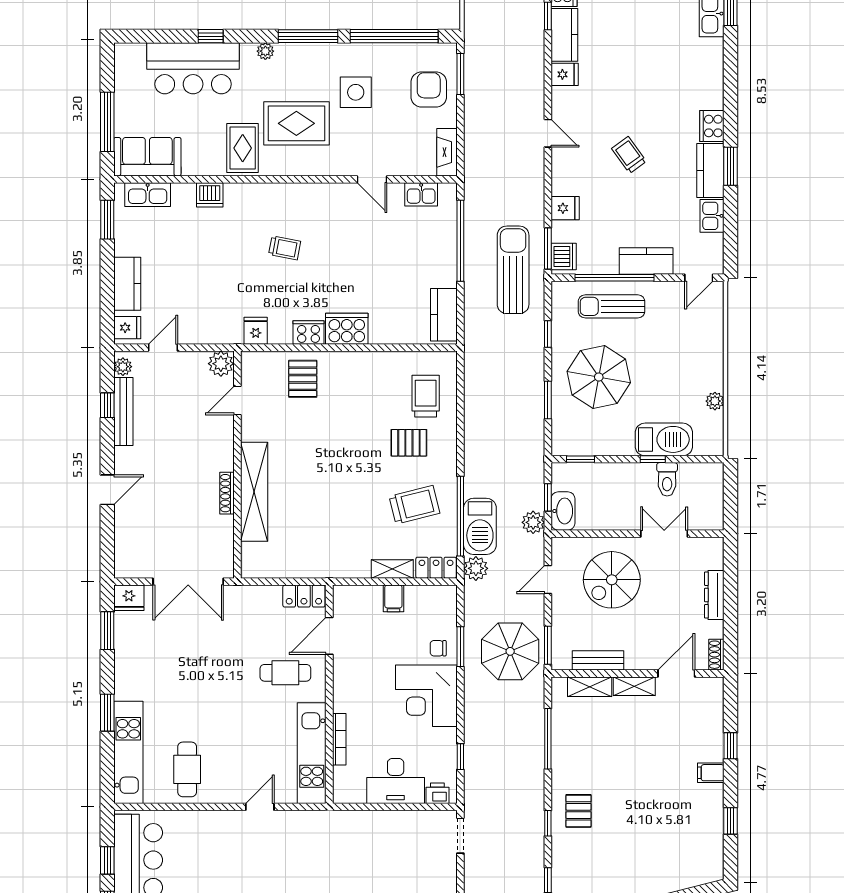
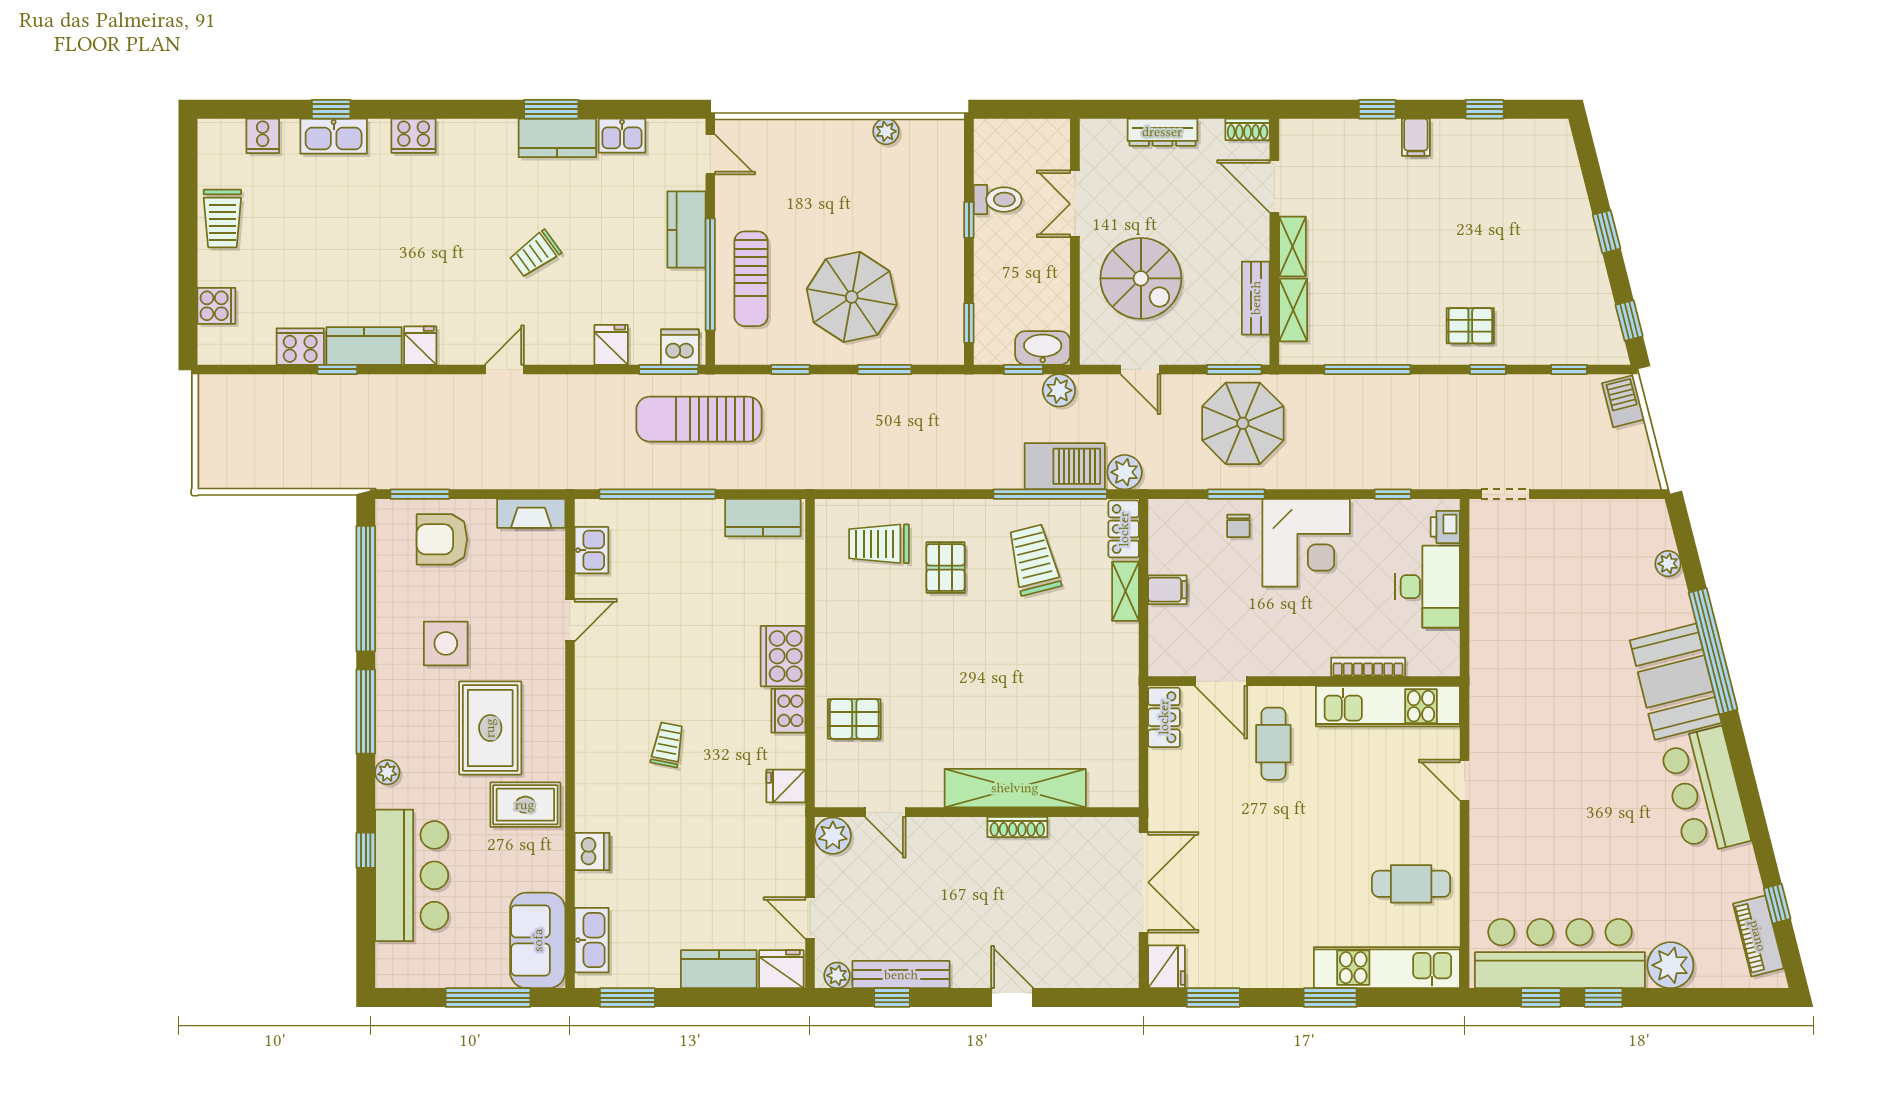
cooker: (712, 126) -> (414, 136), moved
fridge: (127, 328) -> (781, 969), width x1.38
barbecue: (664, 439) -> (941, 204), removed

